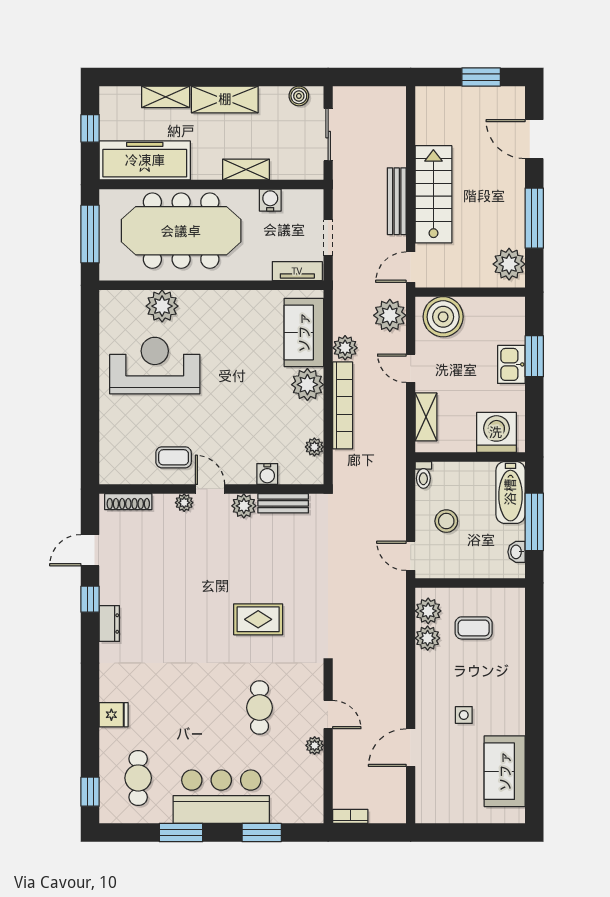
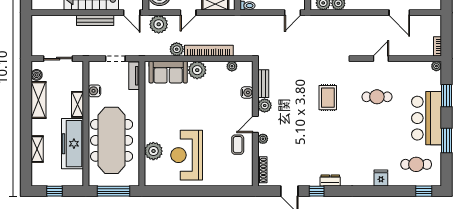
shelving: (225, 99) -> (39, 100), moved
freezer: (145, 160) -> (72, 144), moved
plant: (315, 745) -> (436, 66), moved

